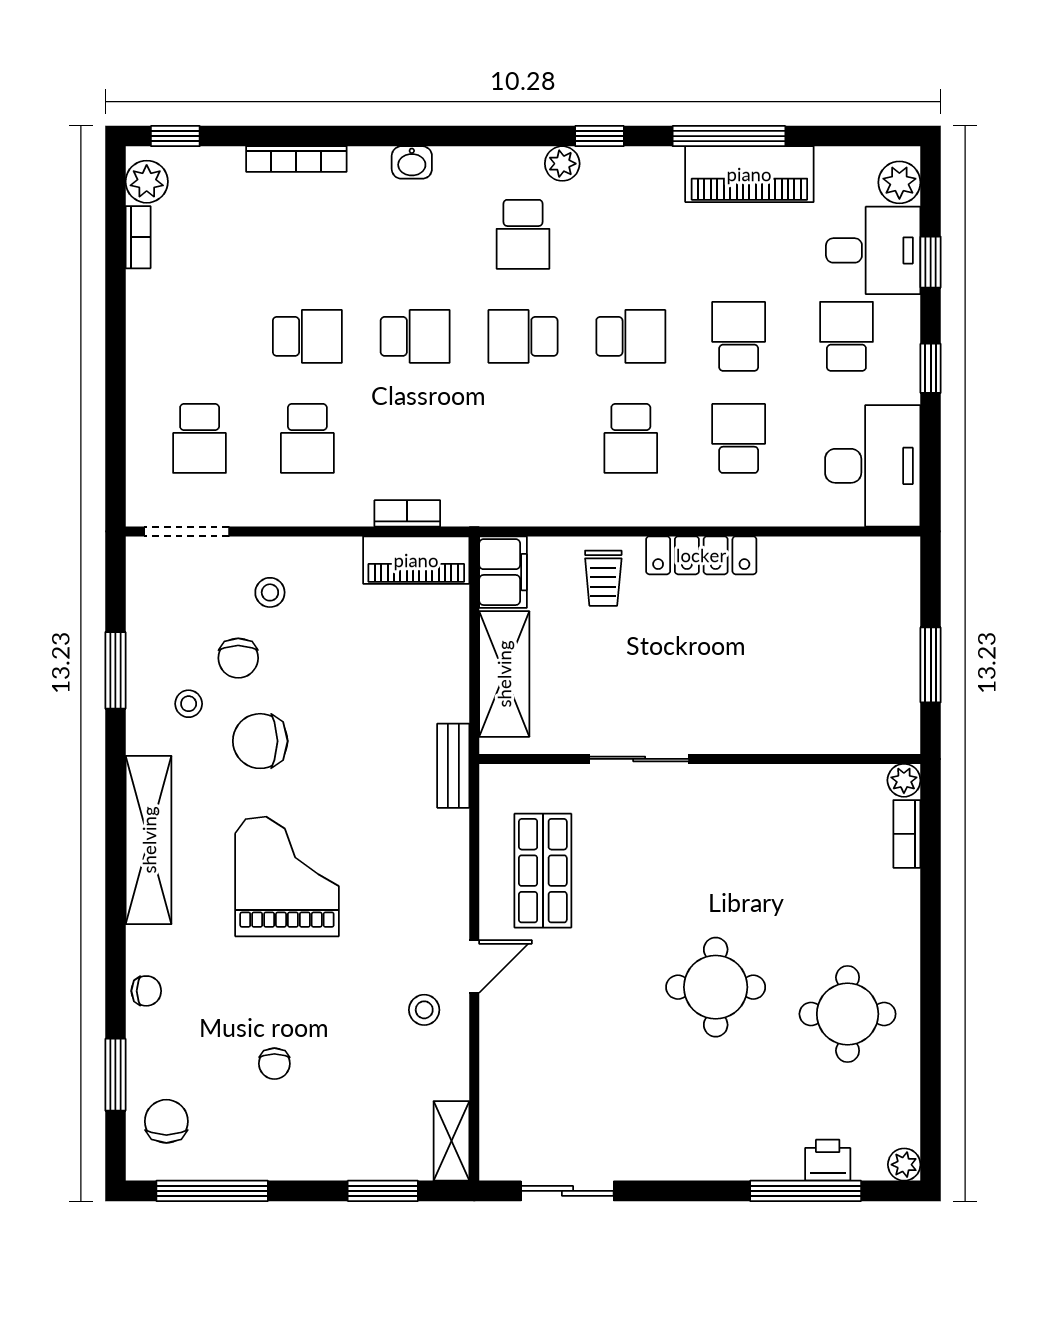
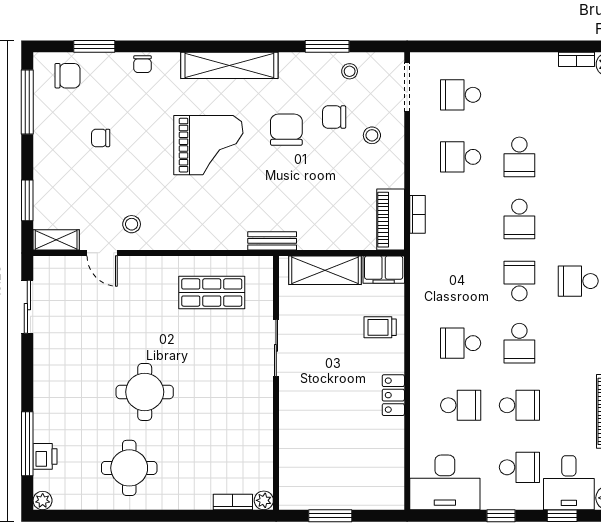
locker: (701, 555) -> (393, 395), width x0.66
stool: (189, 704) -> (350, 71), moved
door: (474, 966) -> (102, 253), moved

